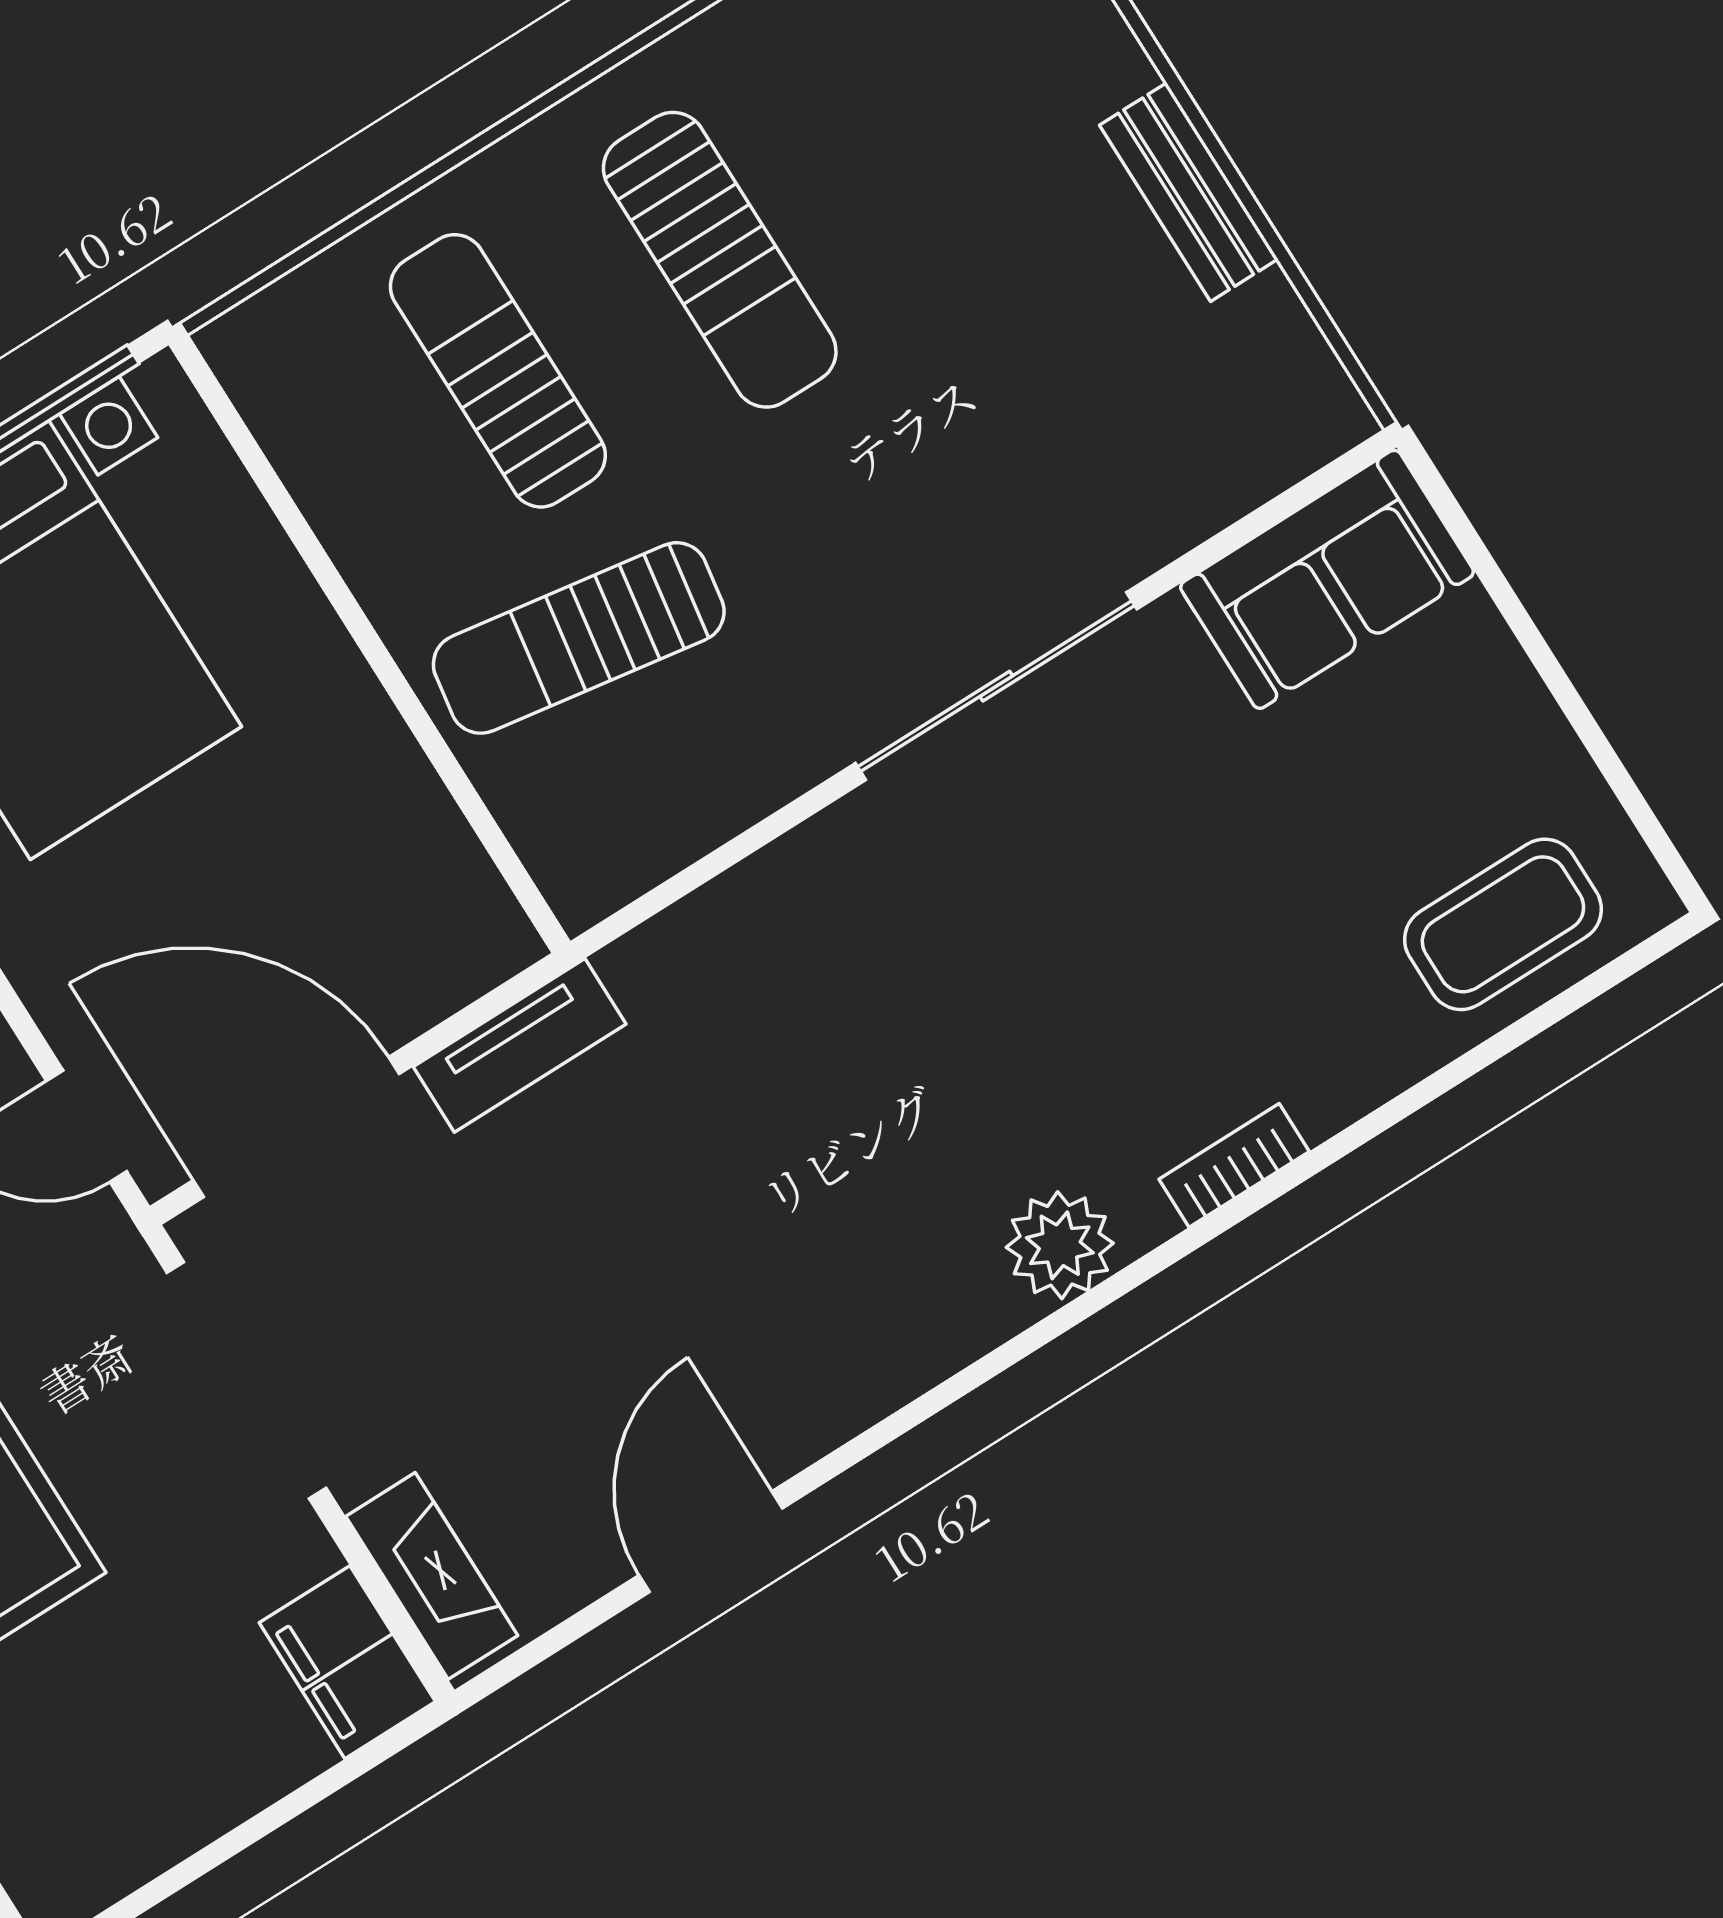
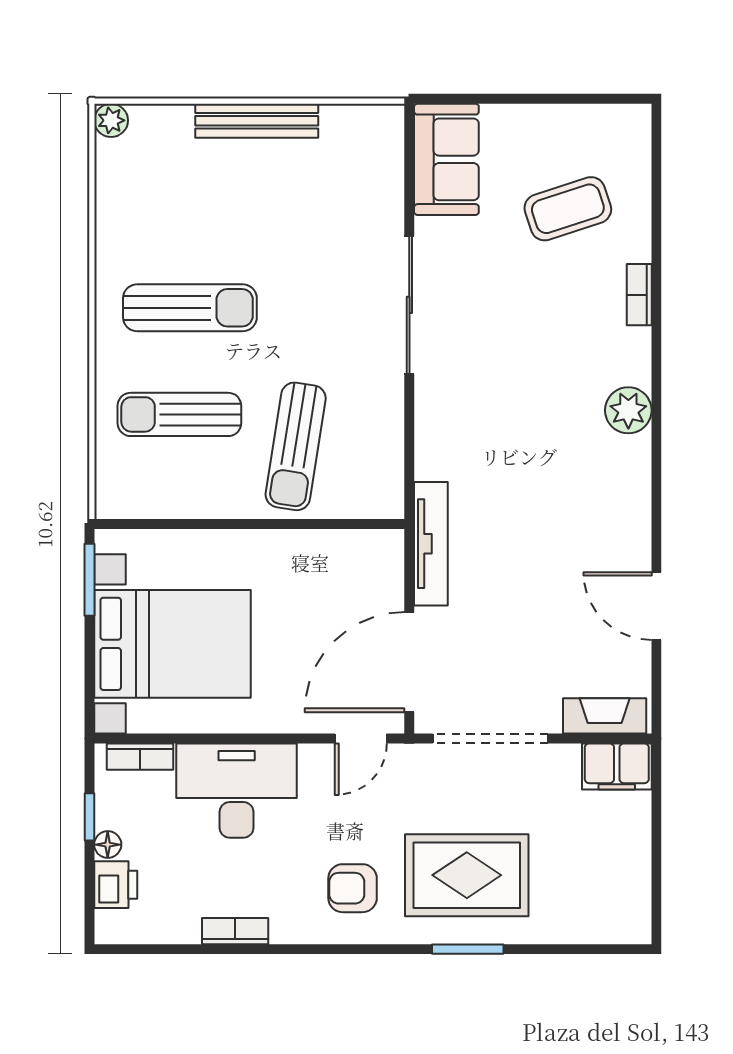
bench: (1189, 192) -> (257, 121), width x1.36
coffee table: (1503, 924) -> (568, 209), moved, turned 72
tv unit: (520, 1045) -> (431, 544), width x1.41
bookcase: (1234, 1165) -> (639, 295), moved

